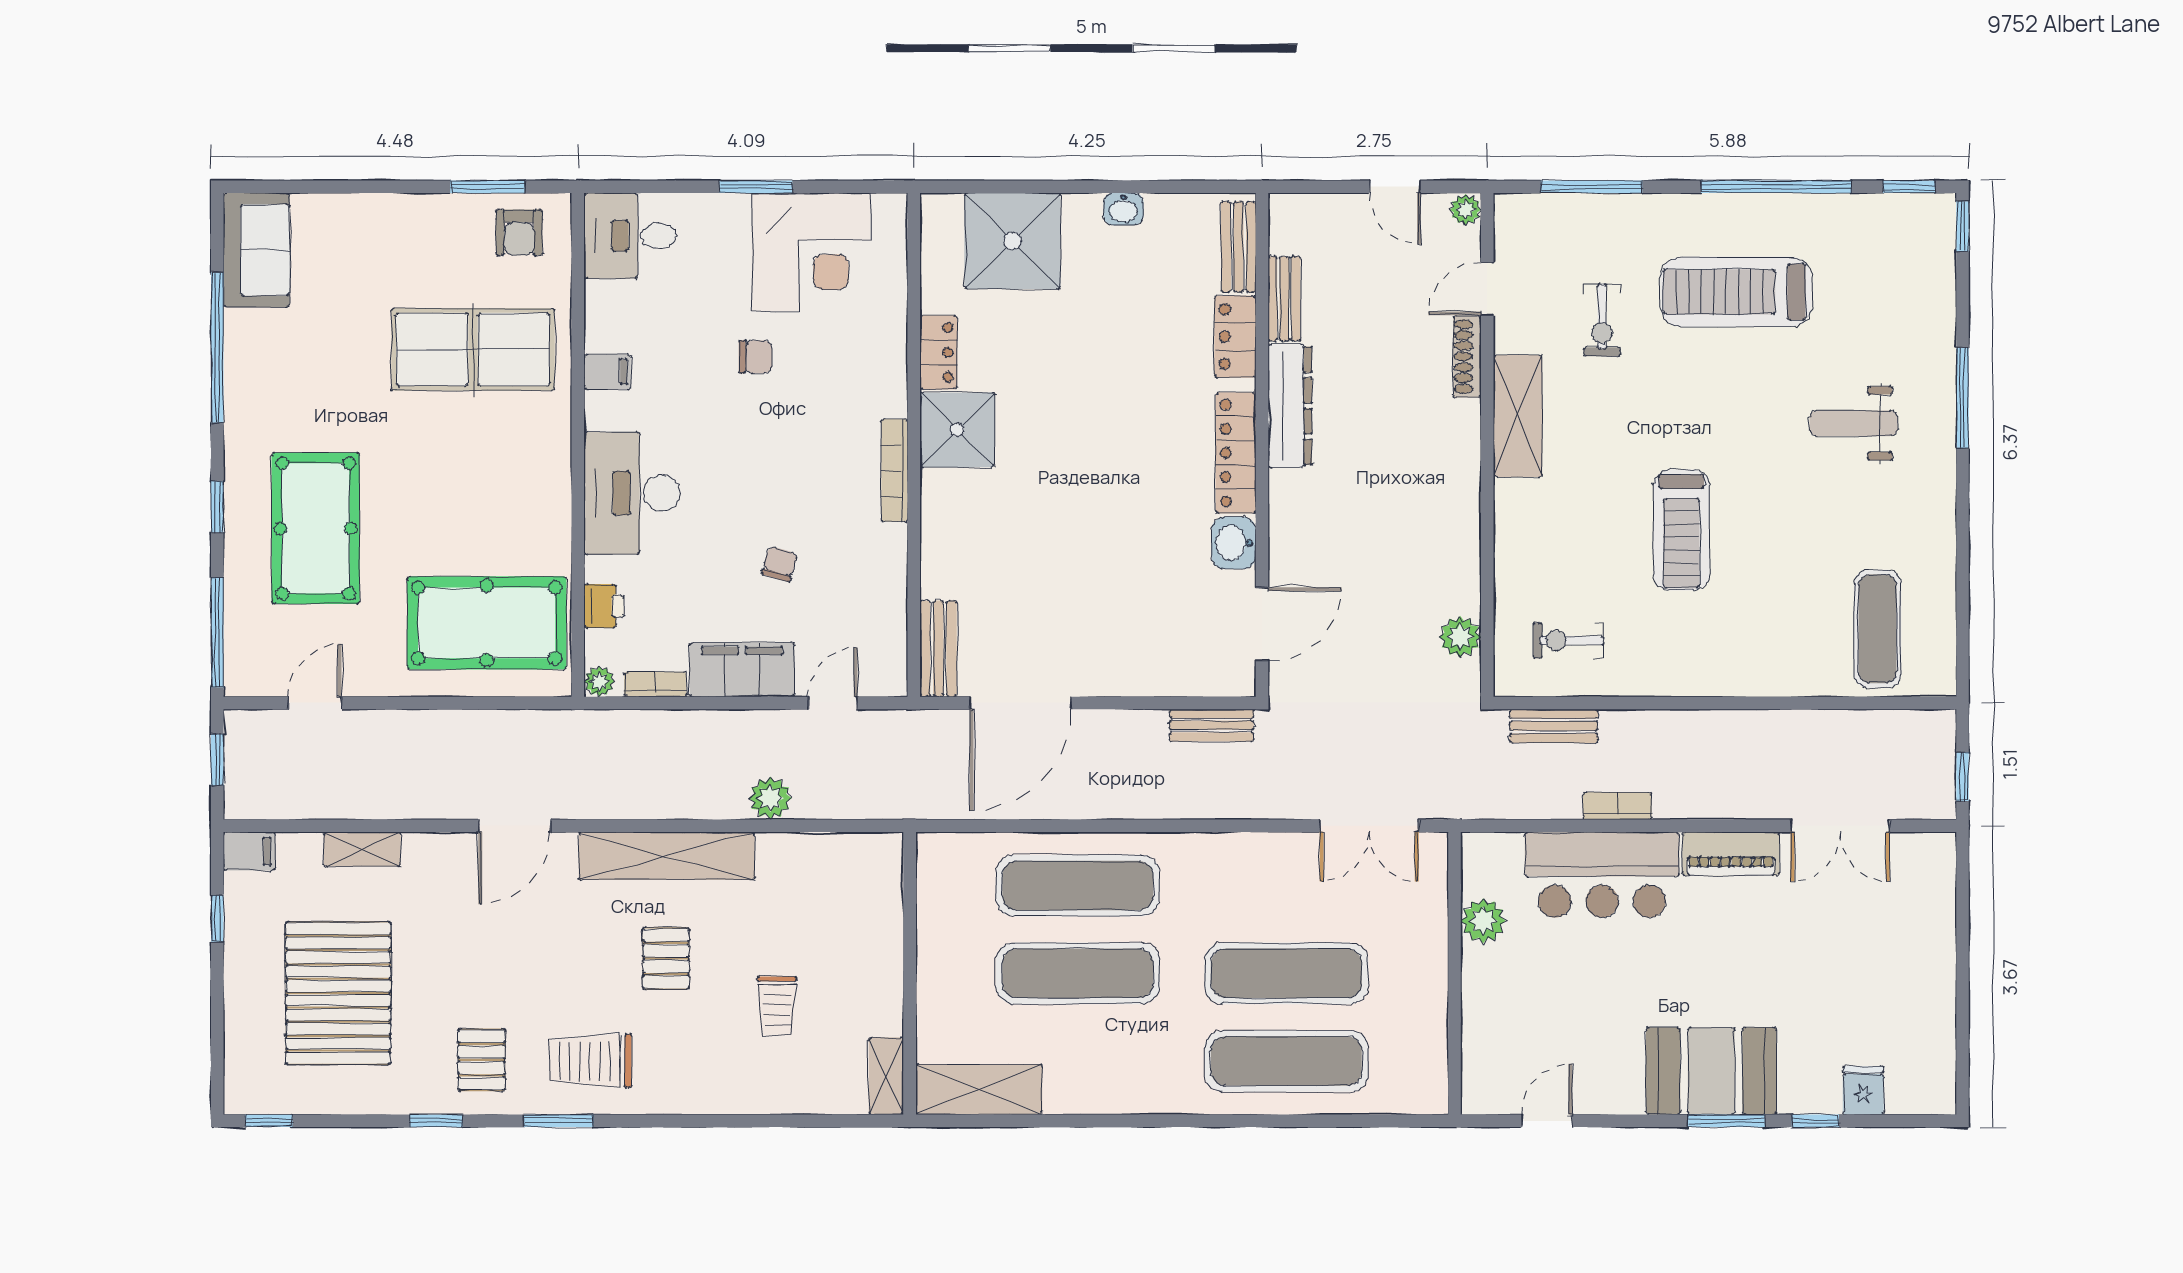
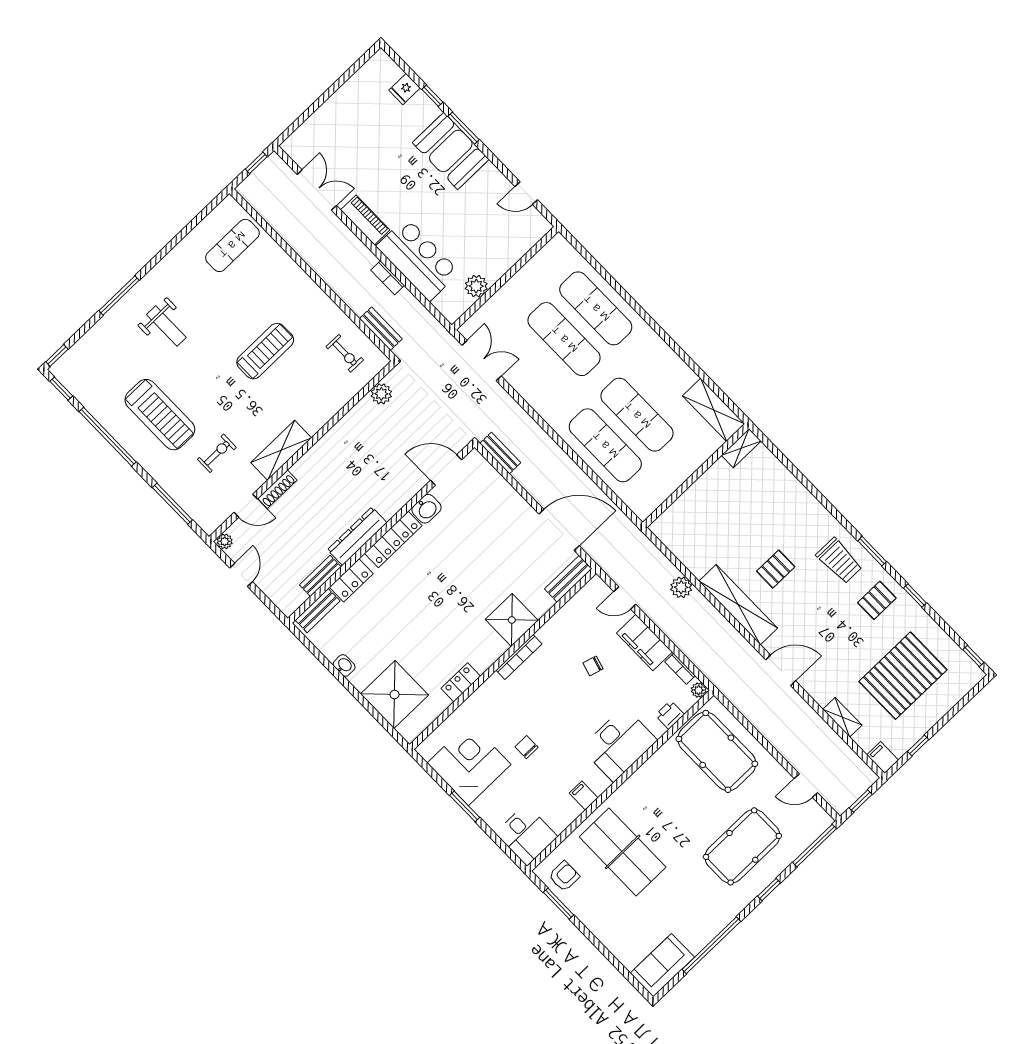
shower: (957, 430) -> (512, 620), moved
trolley: (777, 1006) -> (754, 512), removed

